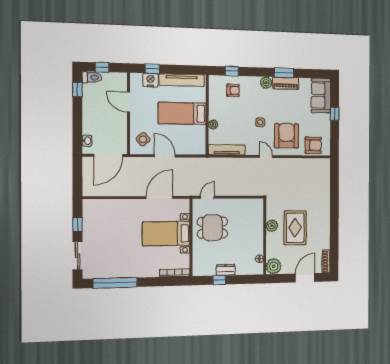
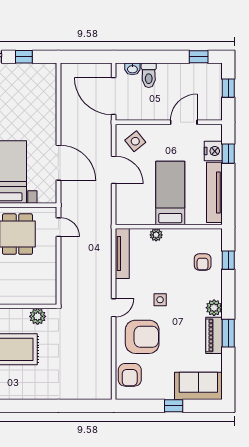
toilet: (92, 77) -> (149, 75), moved
door: (165, 156) -> (114, 170), hinge flipped
plant: (272, 226) -> (38, 316), moved

